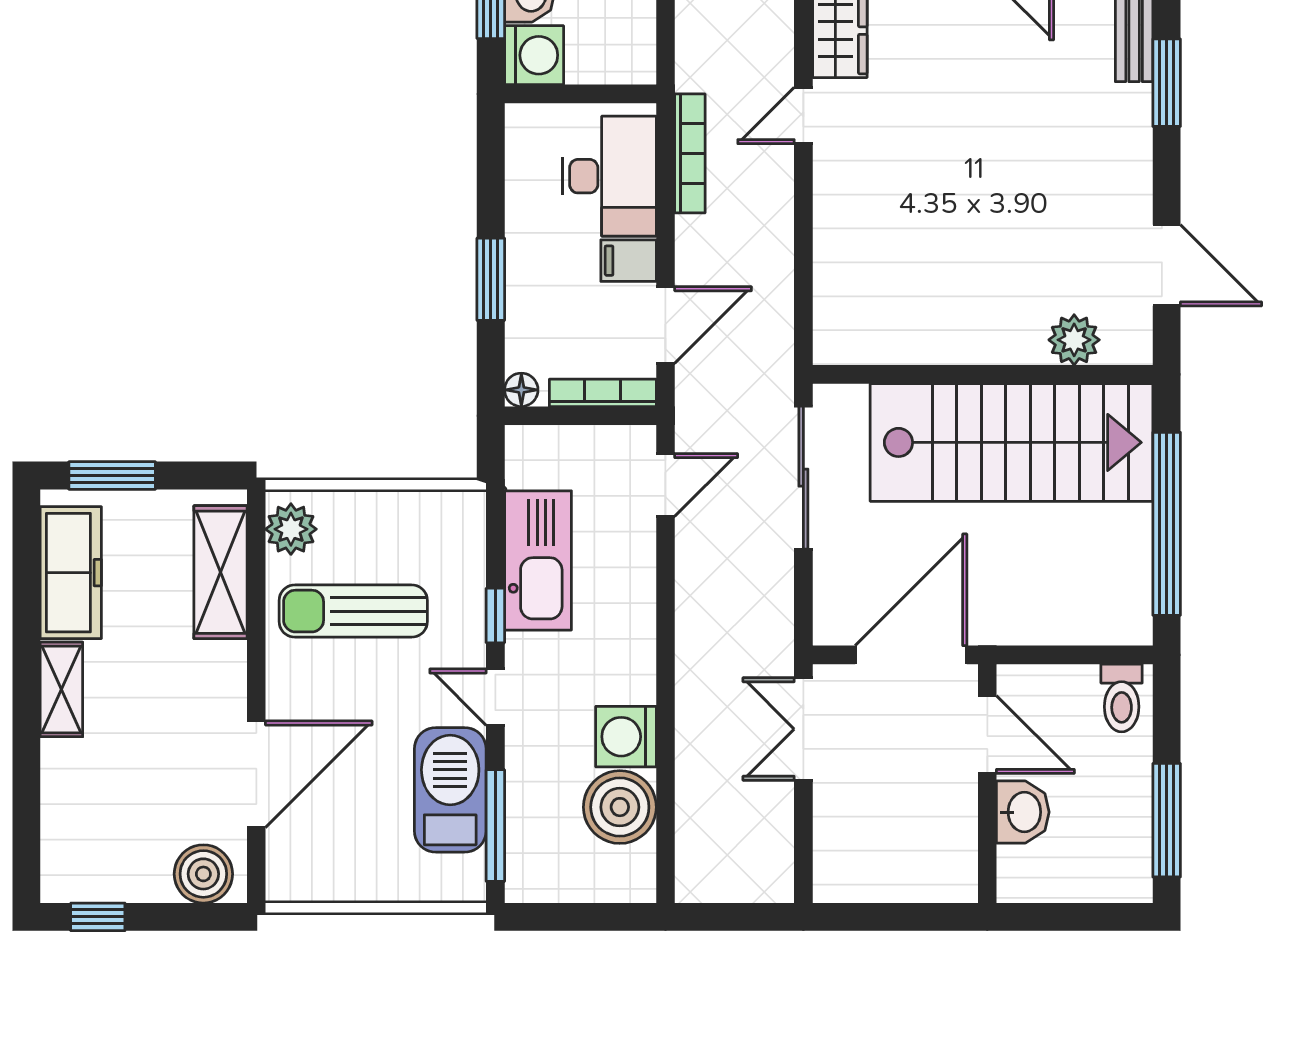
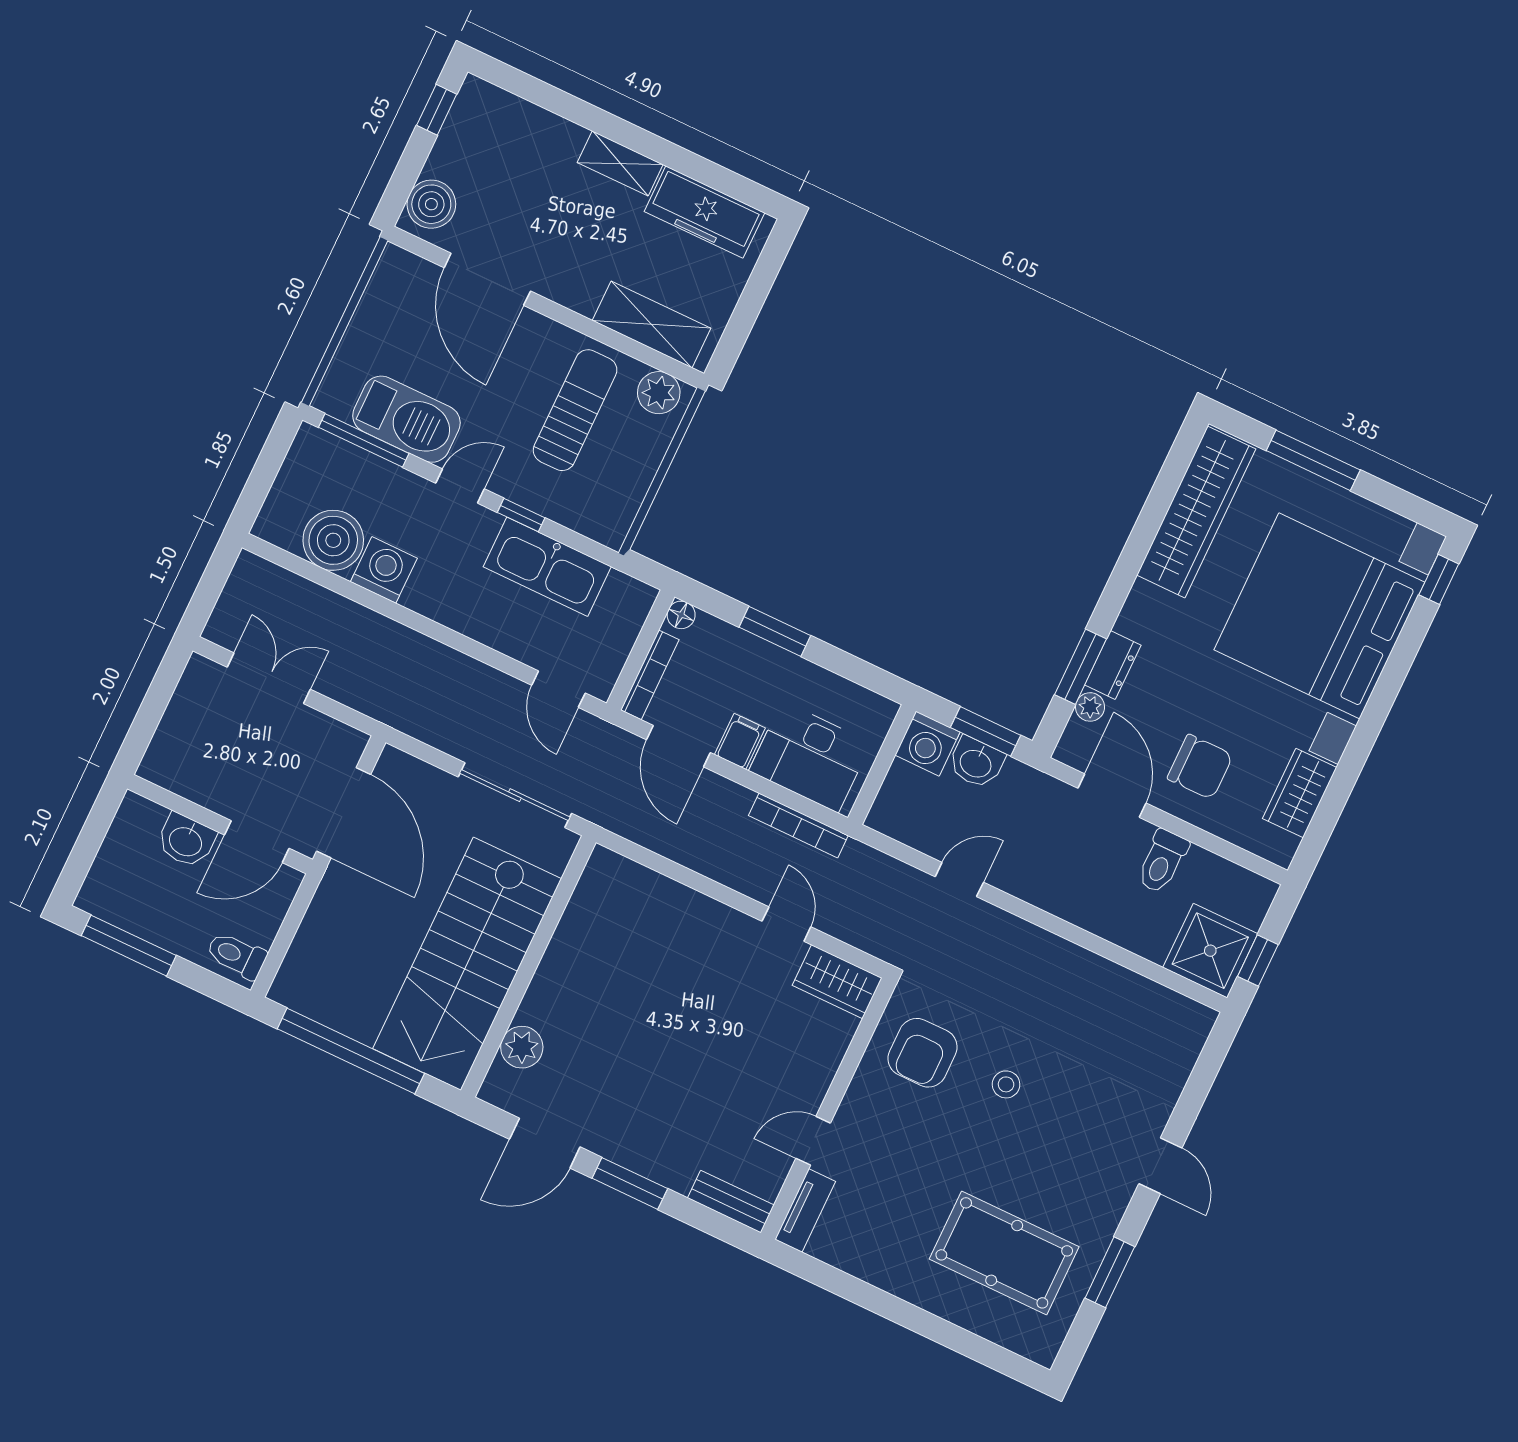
window: (1167, 83) -> (630, 1183), moved
window: (112, 476) -> (763, 278), removed
double door: (803, 729) -> (269, 678), moved

